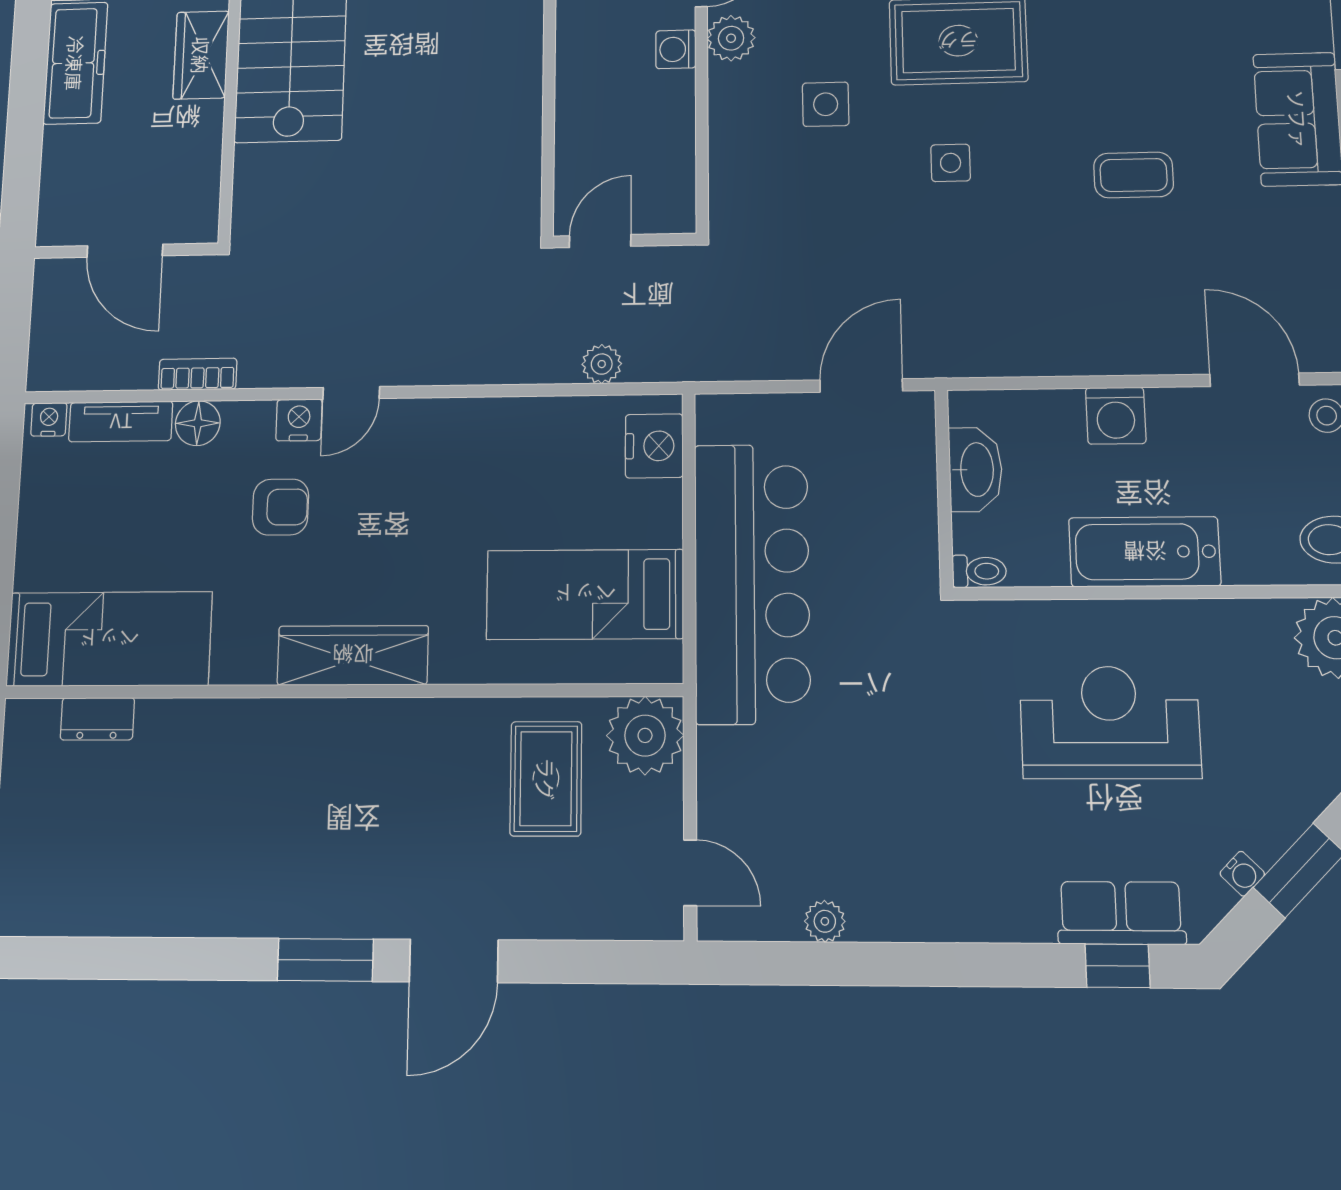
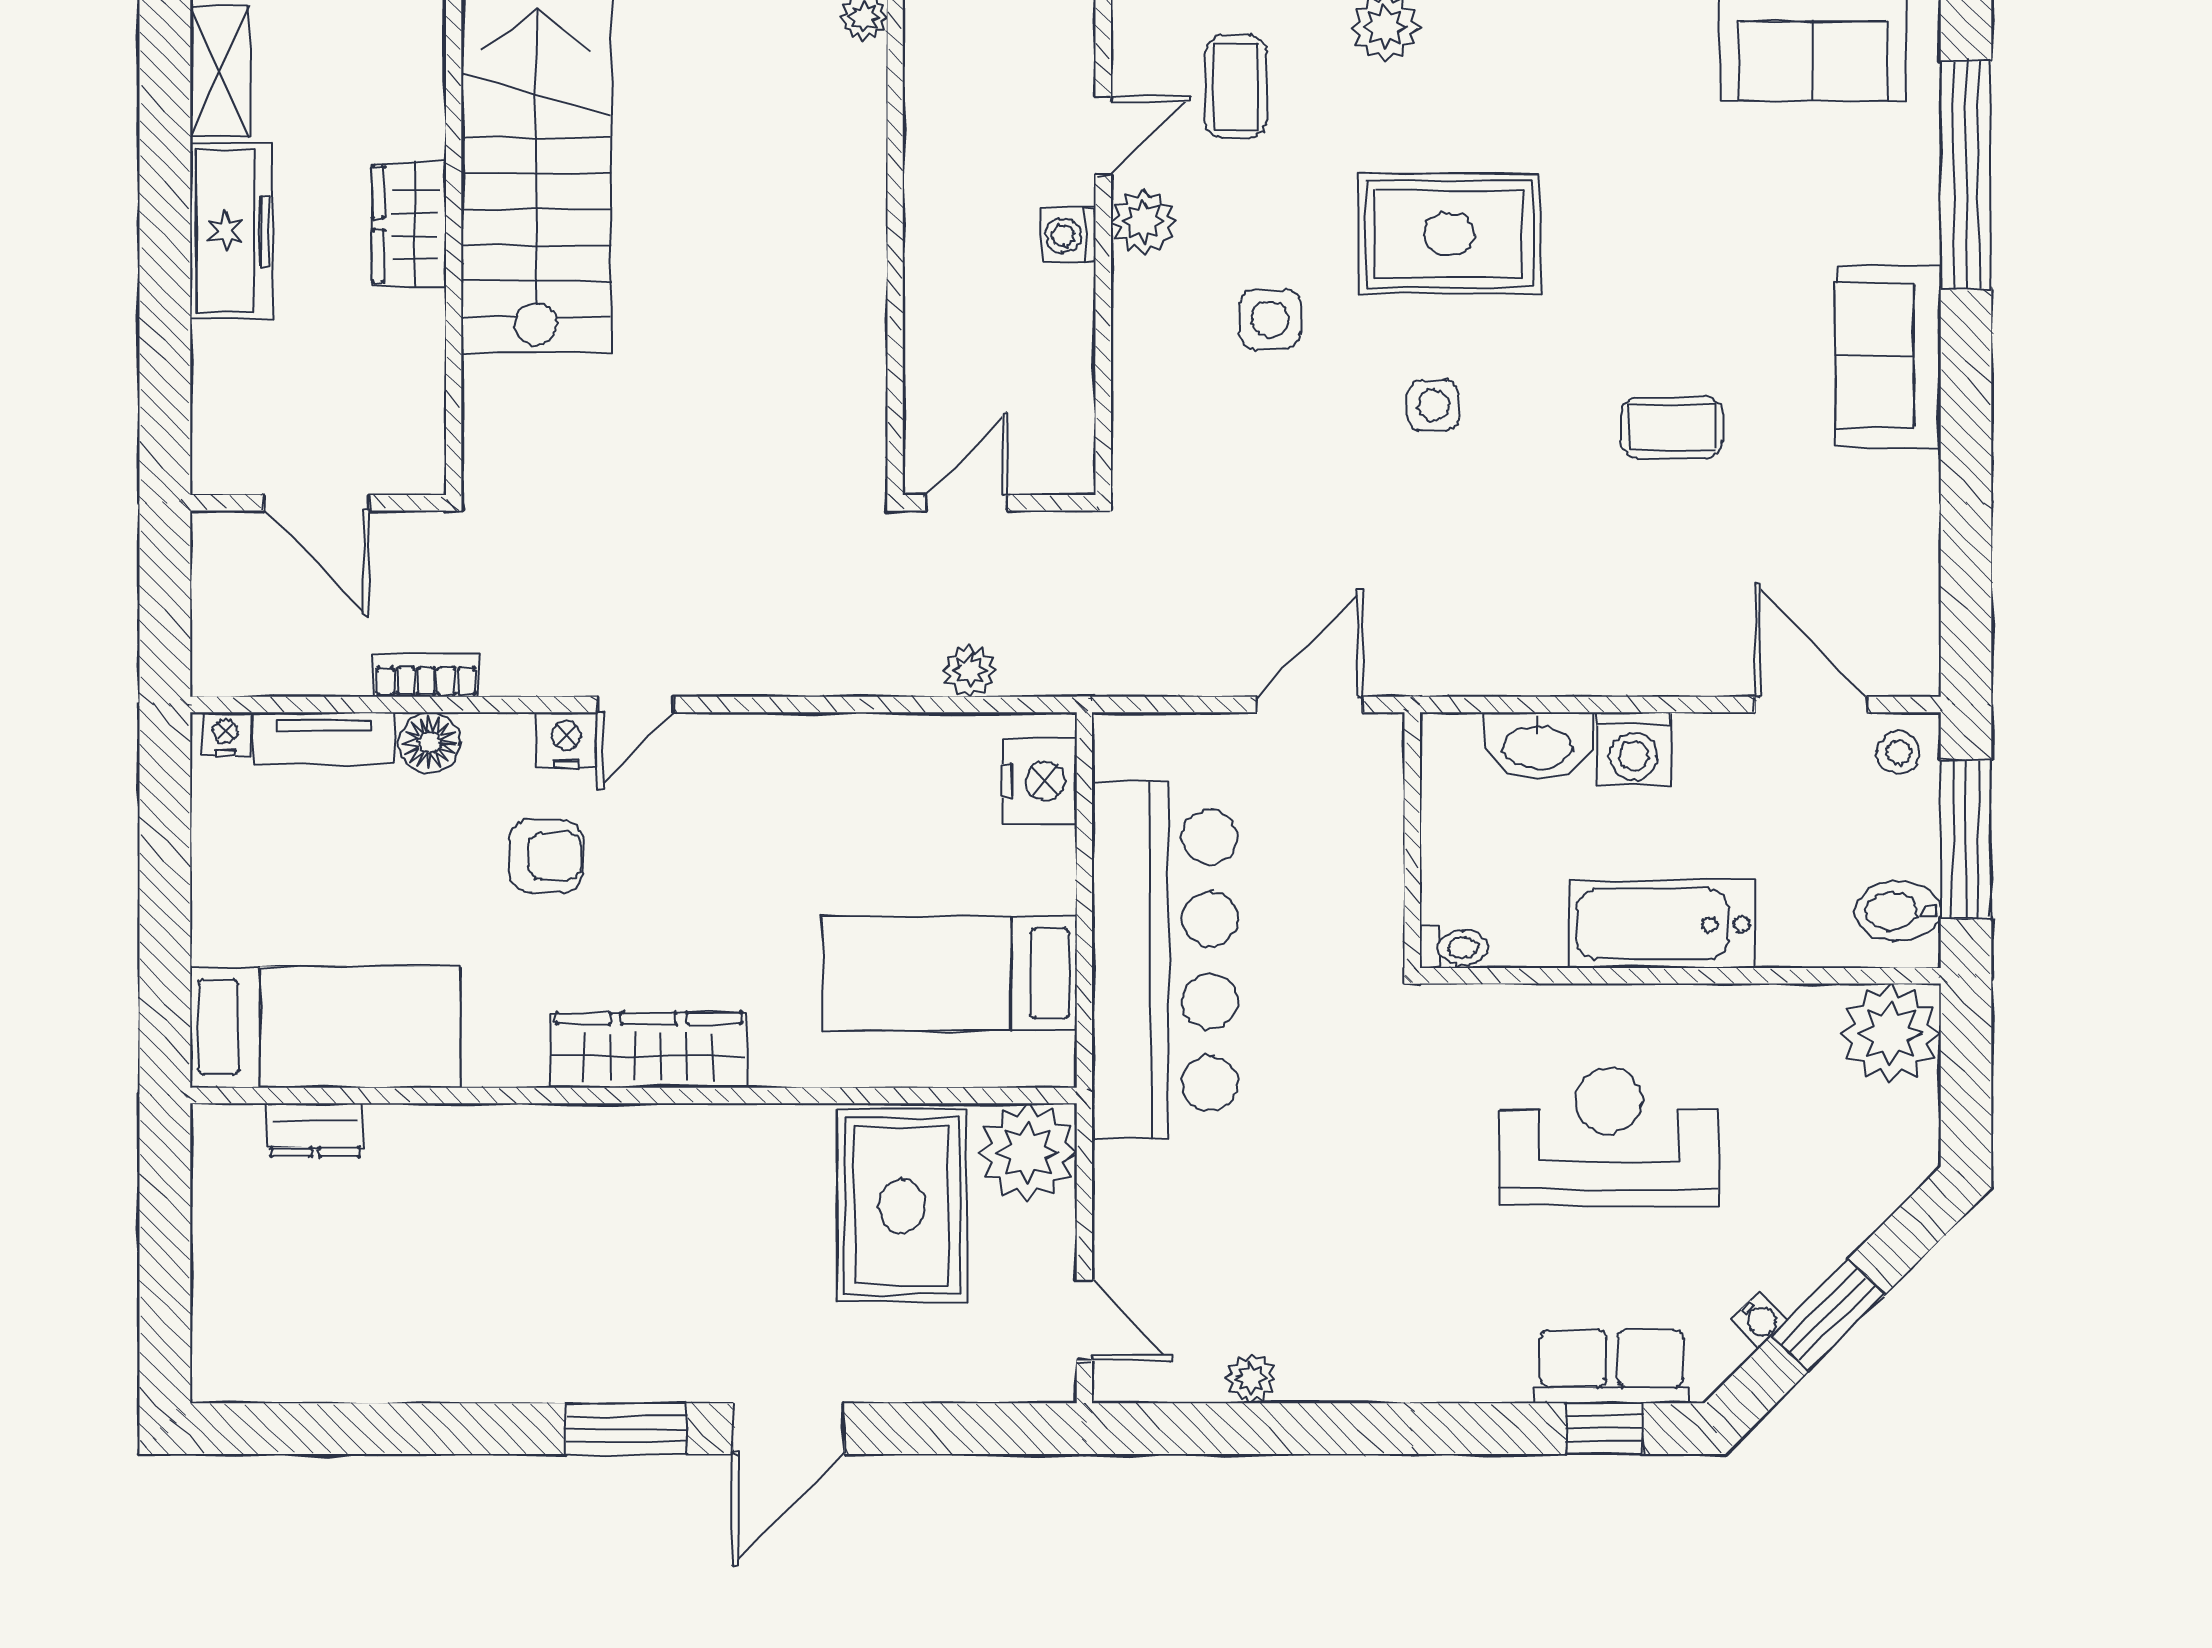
washbasin: (975, 470) -> (1538, 745), moved, turned 90
rug: (546, 779) -> (902, 1206), width x1.36, depth x1.43

